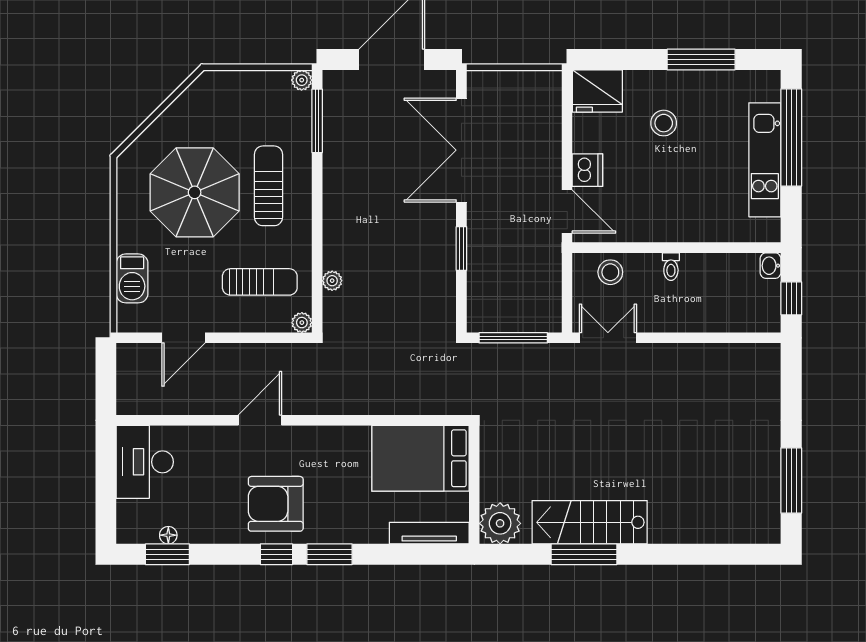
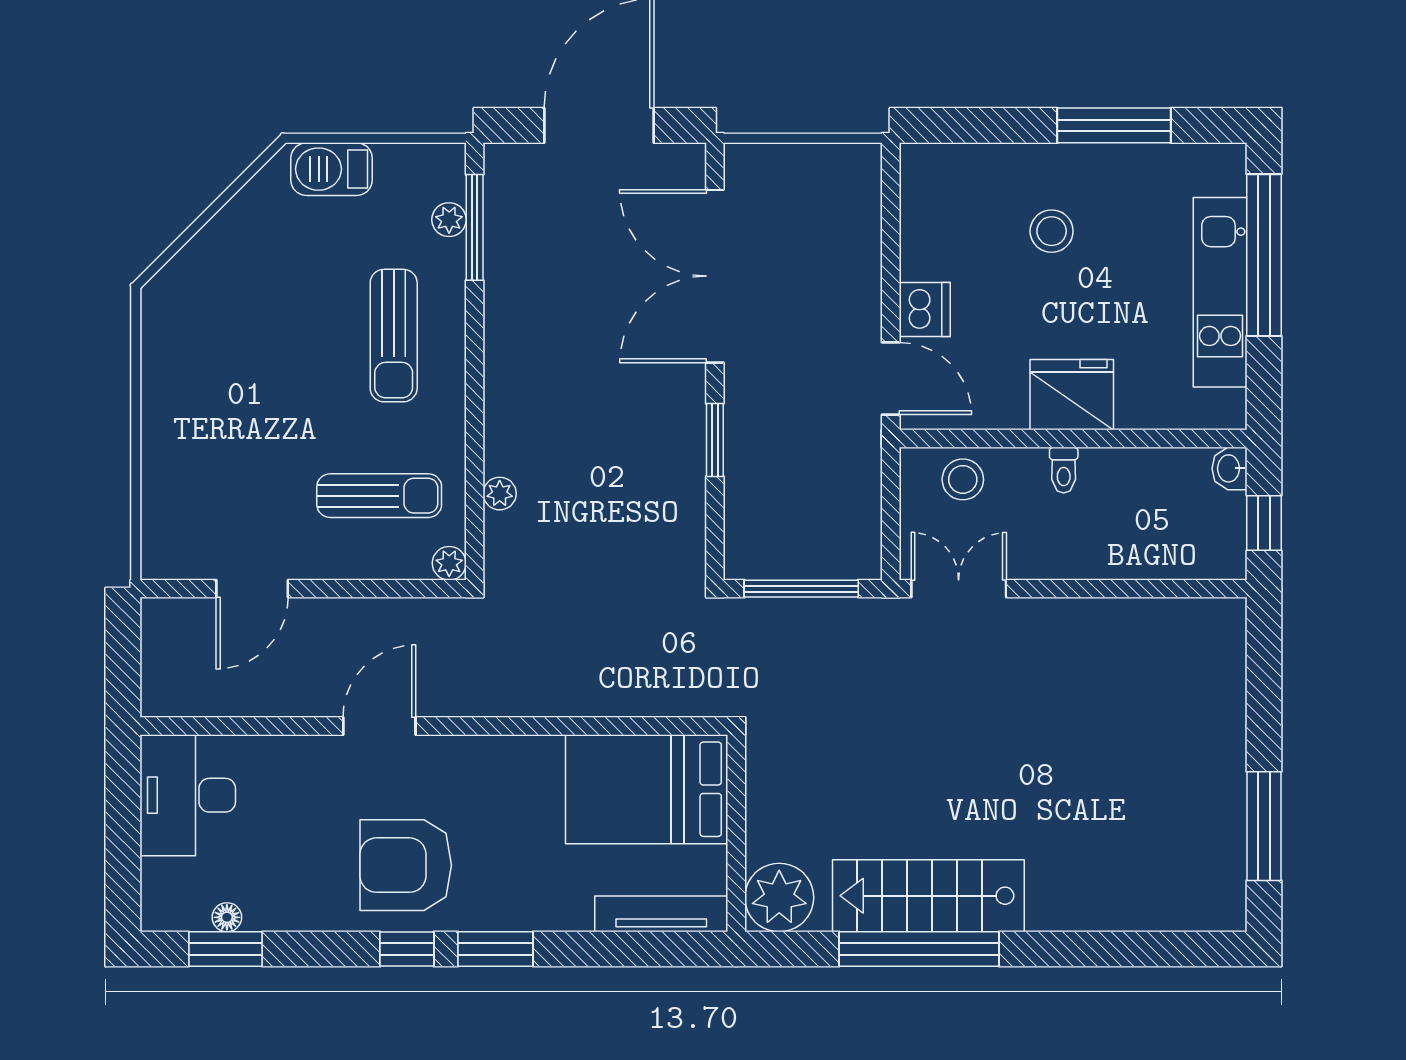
plant: (302, 80) -> (449, 220), moved
fridge: (597, 91) -> (1072, 395), moved, turned 180
sun lounger: (268, 186) -> (394, 336), turned 180
parasol: (195, 192) -> (271, 347), removed
barbecue: (132, 278) -> (332, 169), moved, turned 90
window: (584, 554) -> (919, 949), width x1.46

